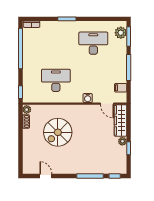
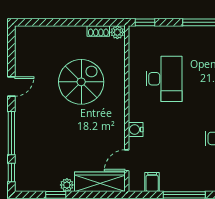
spiral stairs: (58, 132) -> (81, 82), turned 90
door: (46, 176) -> (11, 87), moved

